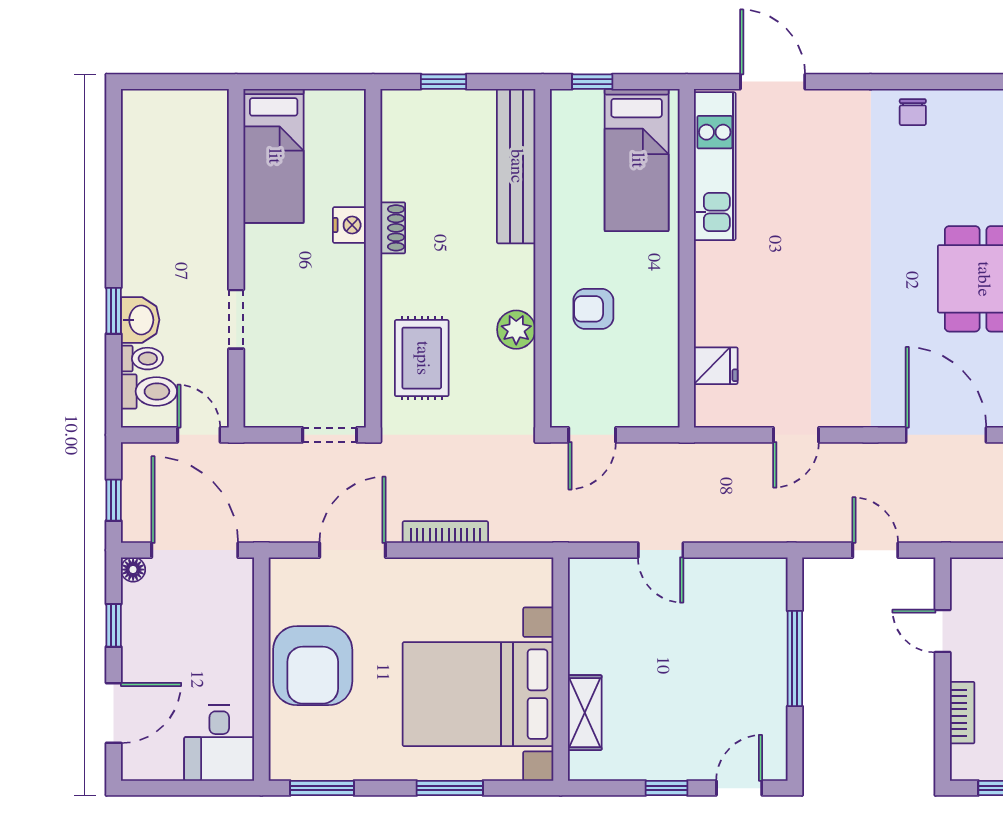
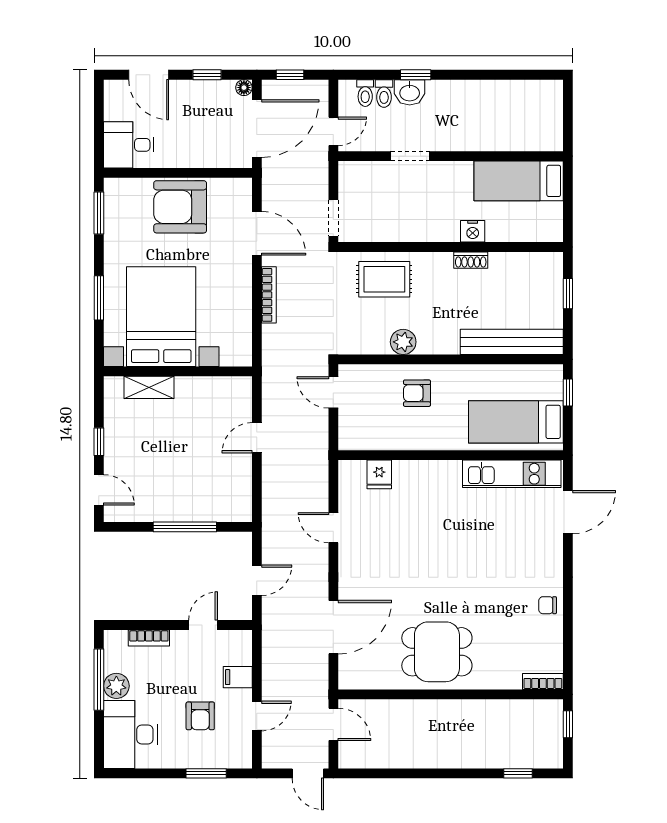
armchair: (593, 309) -> (417, 393), turned -90
toilet: (149, 391) -> (365, 93), width x0.73, depth x0.72

